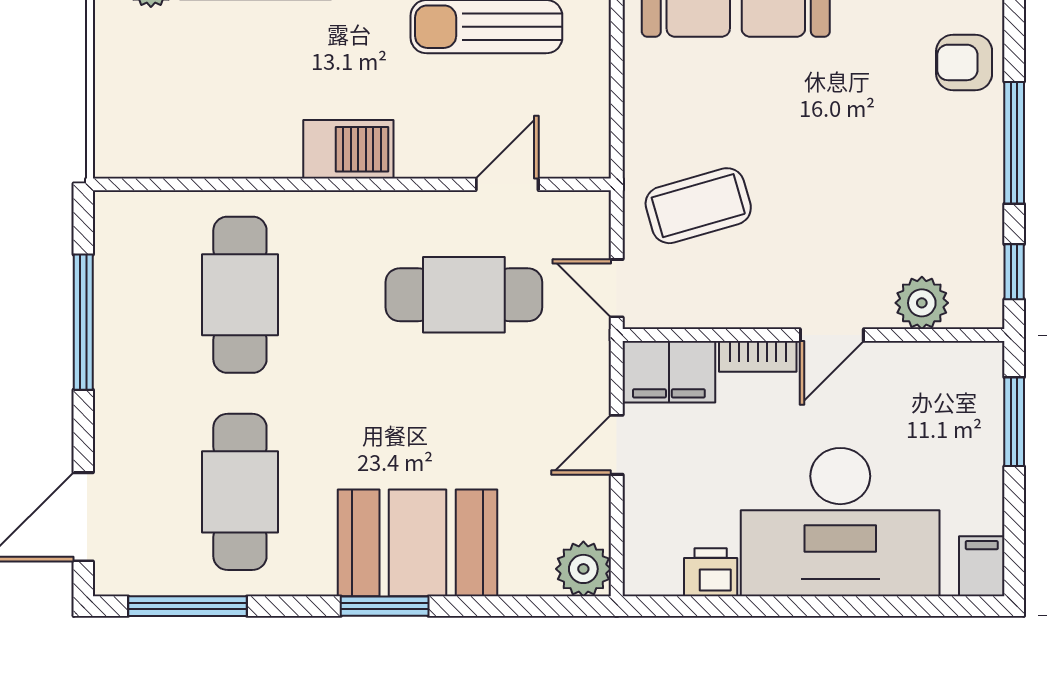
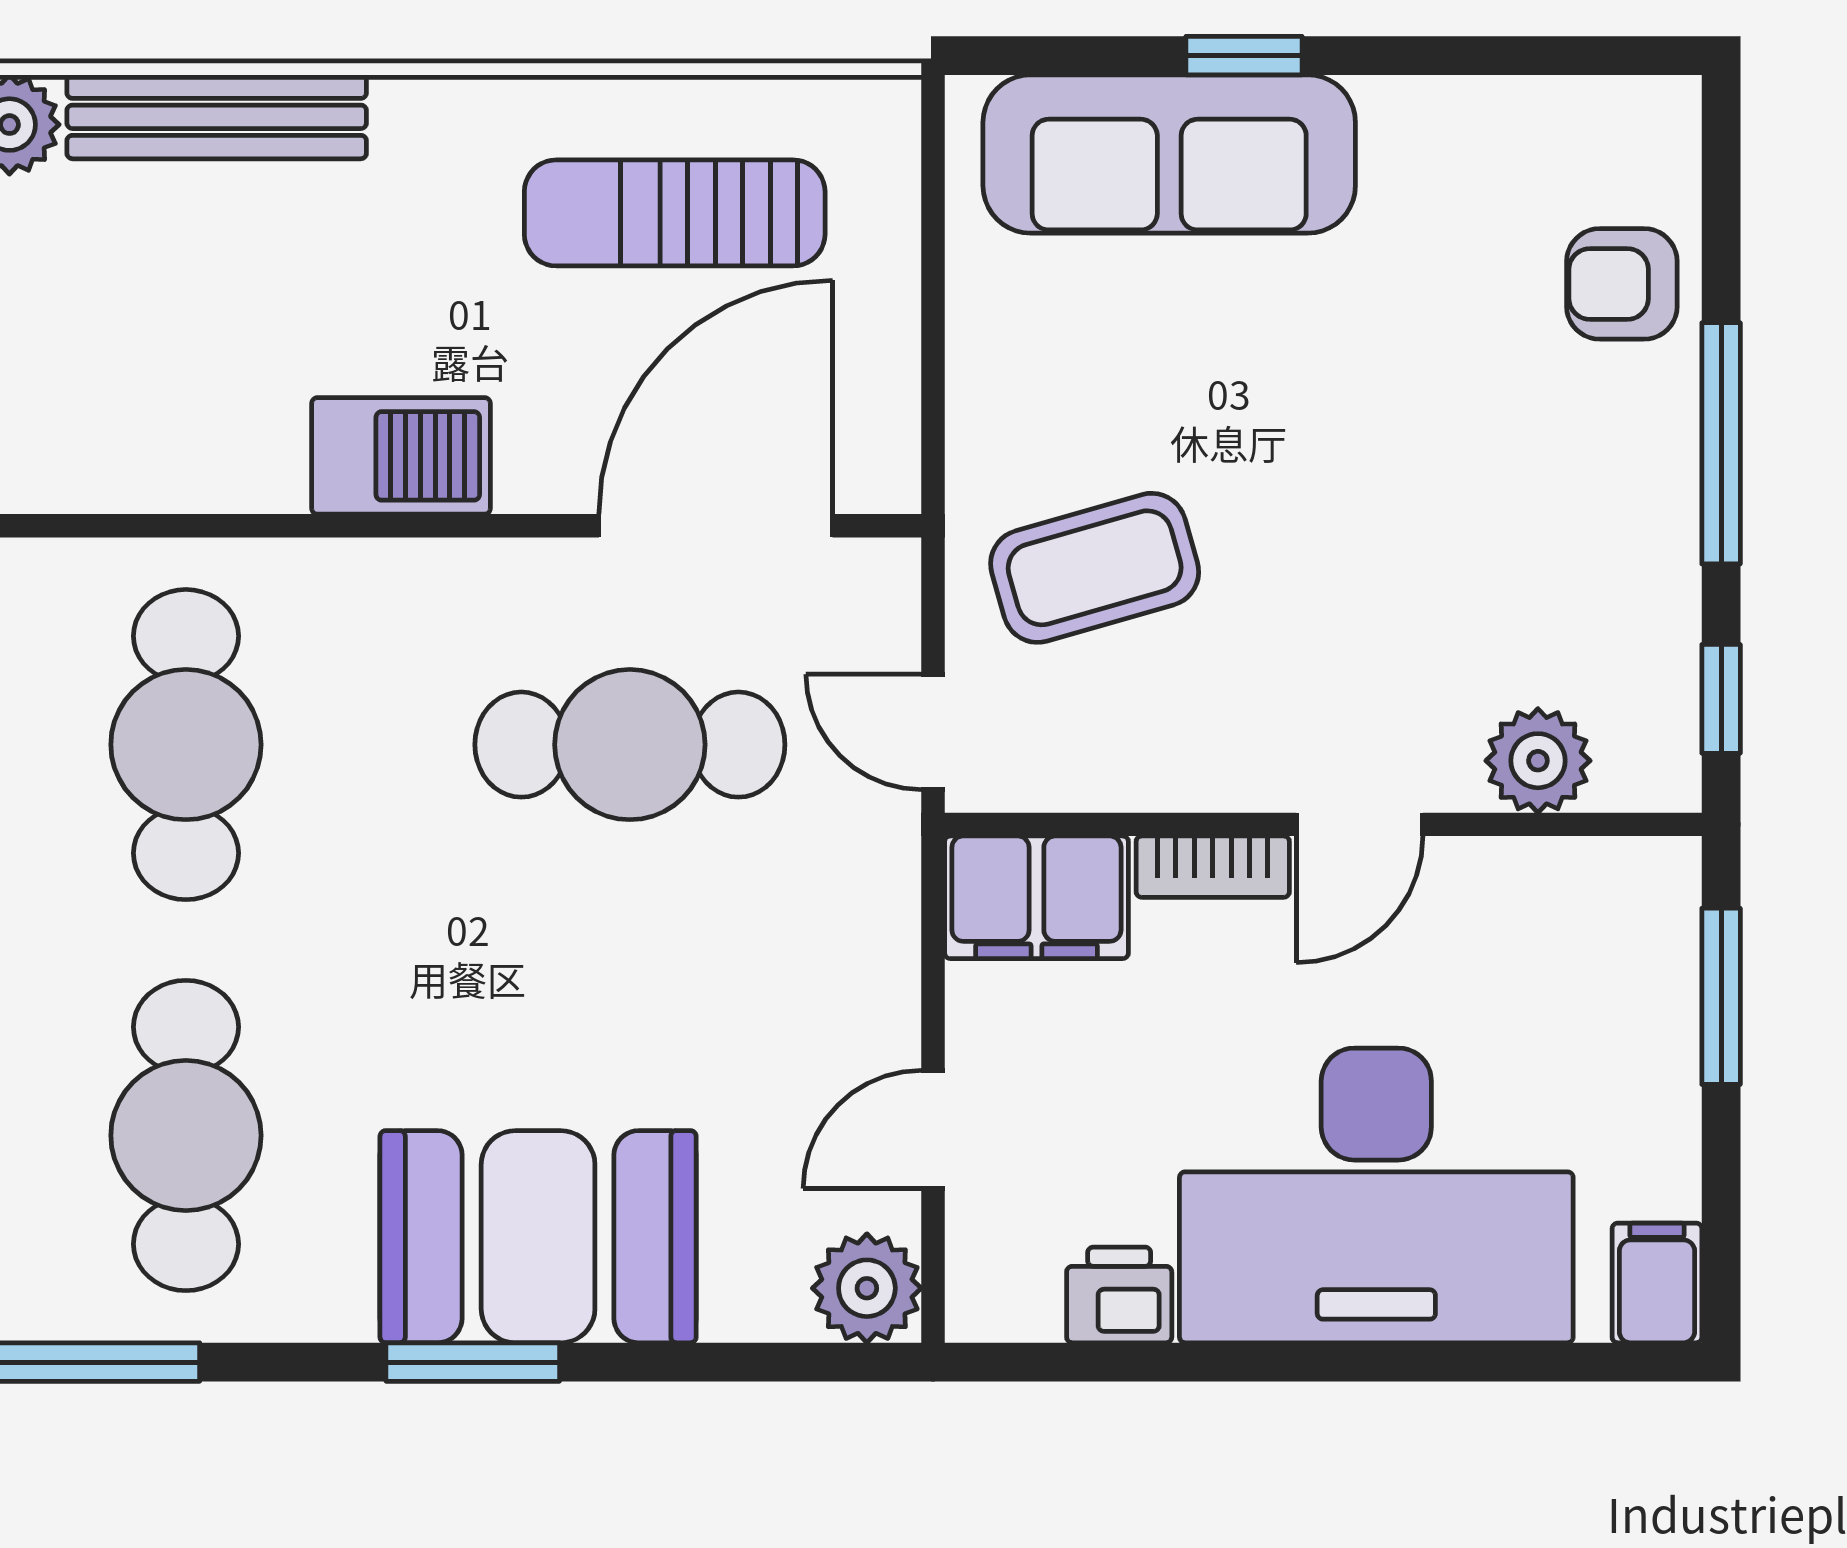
door: (507, 184) -> (716, 526), width x1.88
door: (617, 445) -> (933, 1130), moved

